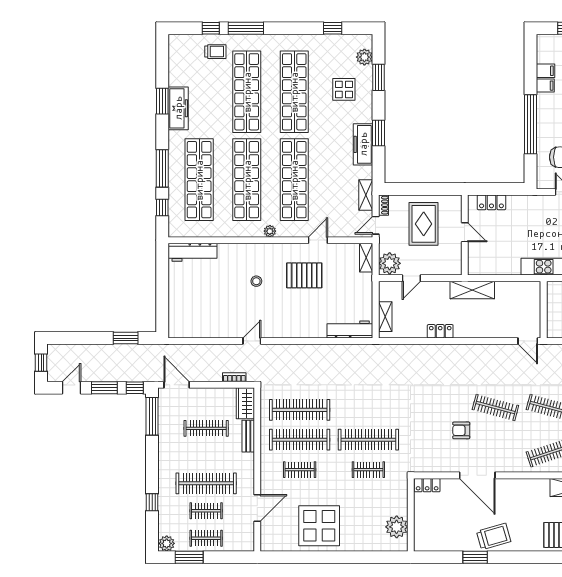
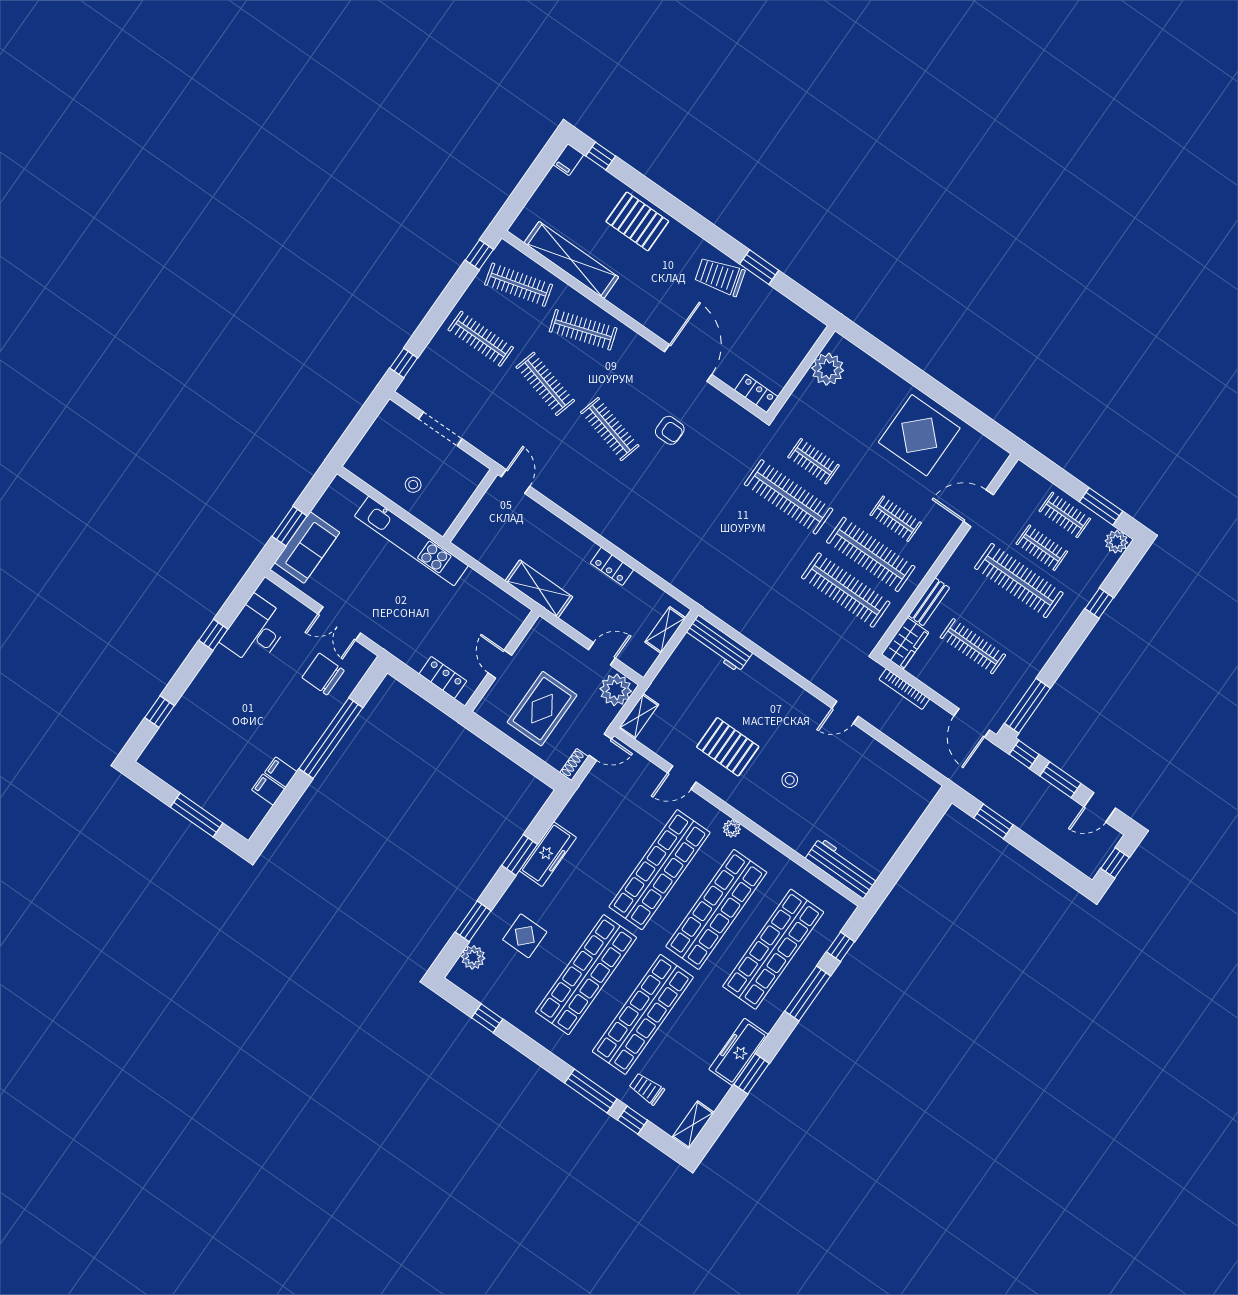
shelving: (366, 195) -> (693, 1125), moved
bookcase: (234, 377) -> (904, 689), width x1.56

